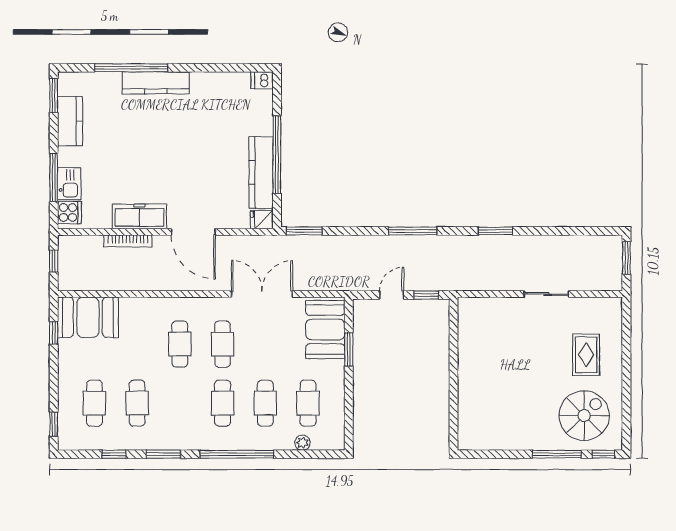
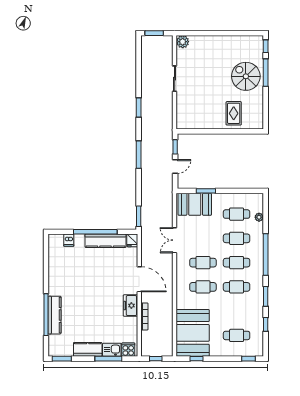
dishwasher: (262, 80) -> (69, 240), moved
kitchen counter: (156, 83) -> (55, 315), moved
kitchen counter: (70, 121) -> (88, 349), moved
freezer: (139, 216) -> (130, 306), width x0.71
door: (193, 232) -> (139, 279), hinge flipped
double door: (262, 294) -> (175, 240), width x0.73
door: (392, 295) -> (175, 167), swing flipped
plant: (611, 308) -> (183, 42), added
booth: (88, 317) -> (193, 333), width x1.36, depth x1.42
rug: (586, 355) -> (234, 113), moved, turned 90
cafe table: (137, 403) -> (237, 287), moved
spiral stairs: (584, 416) -> (246, 76), moved

